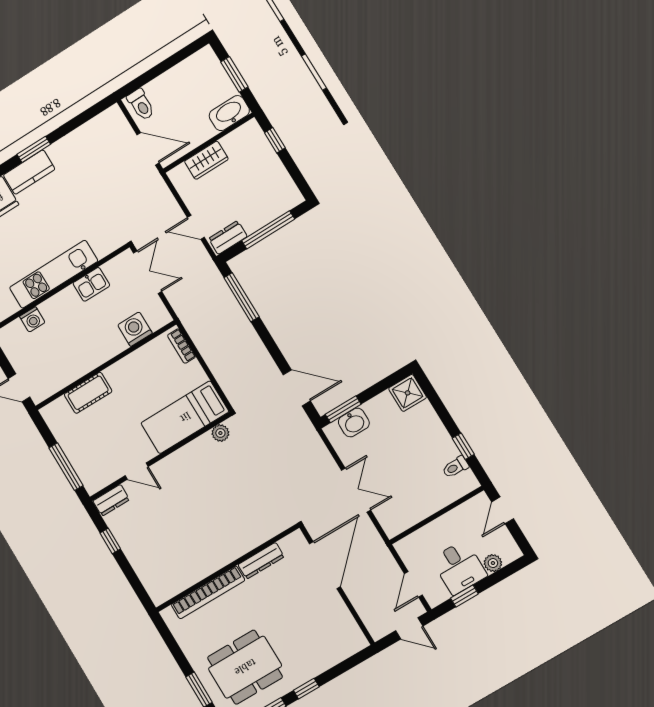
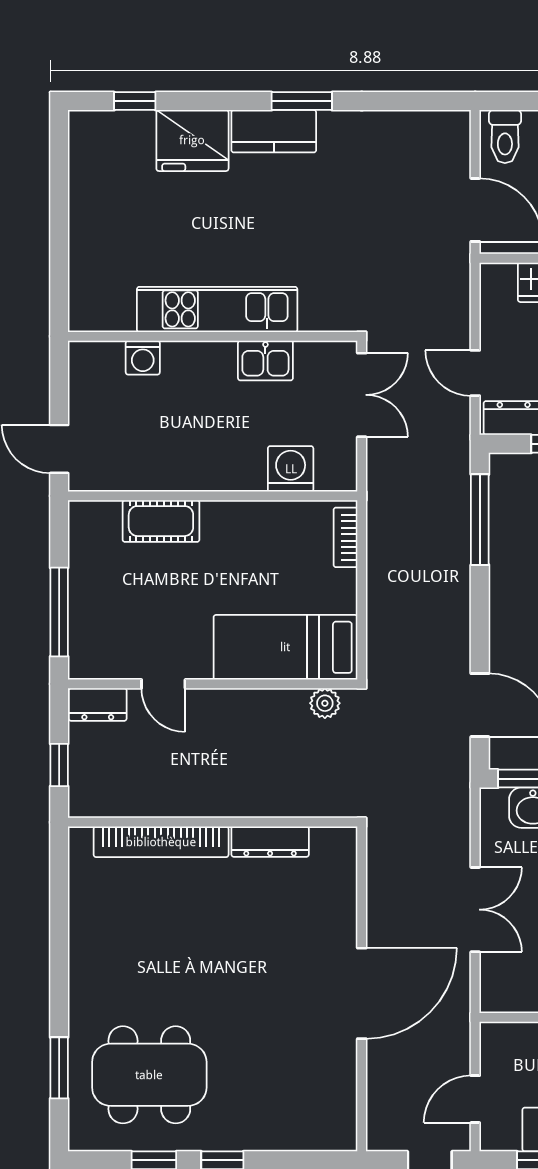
dresser: (261, 561) -> (270, 842), moved
wall: (227, 568) -> (213, 822), moved
bookcase: (208, 592) -> (161, 842), moved

